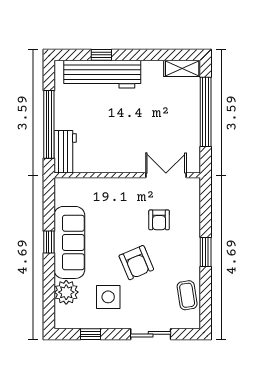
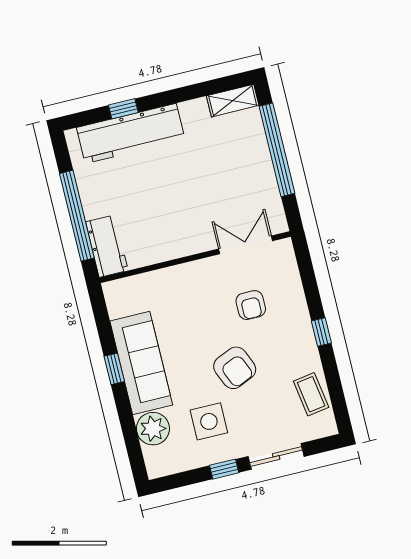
window: (206, 252) -> (321, 332), width x0.67
window: (90, 334) -> (224, 469), moved

